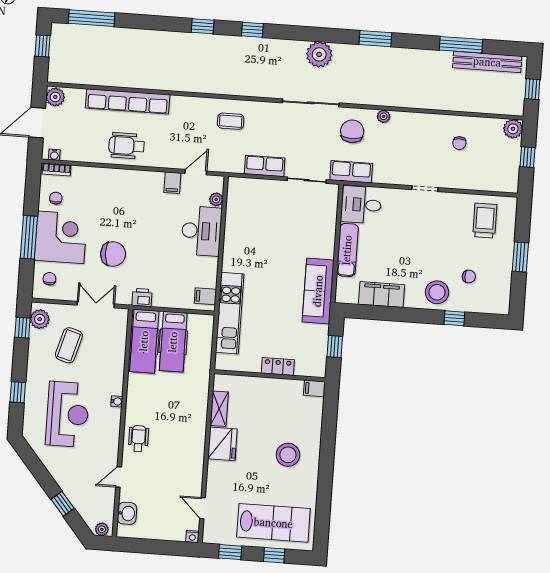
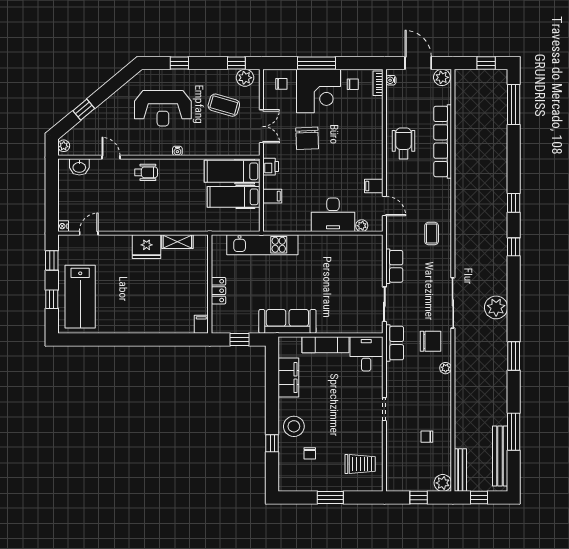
bench: (500, 108) -> (460, 470), added
filing cabinet: (205, 296) -> (272, 196), moved, turned 90
stool: (288, 455) -> (141, 305), removed

